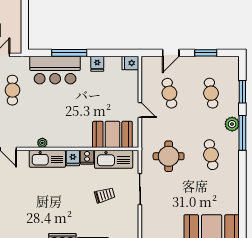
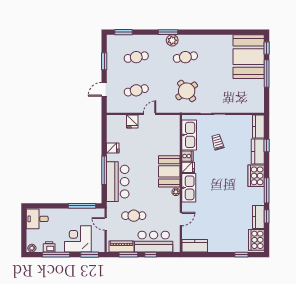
window: (25, 25) -> (82, 206), added
door: (171, 53) -> (104, 89), swing flipped
fridge: (130, 63) -> (132, 121), moved
window: (242, 92) -> (124, 32), moved
plant: (232, 124) -> (172, 40), moved
window: (242, 133) -> (168, 32), width x0.69
booth: (112, 134) -> (169, 171), moved
round table: (169, 156) -> (187, 91), turned -37

